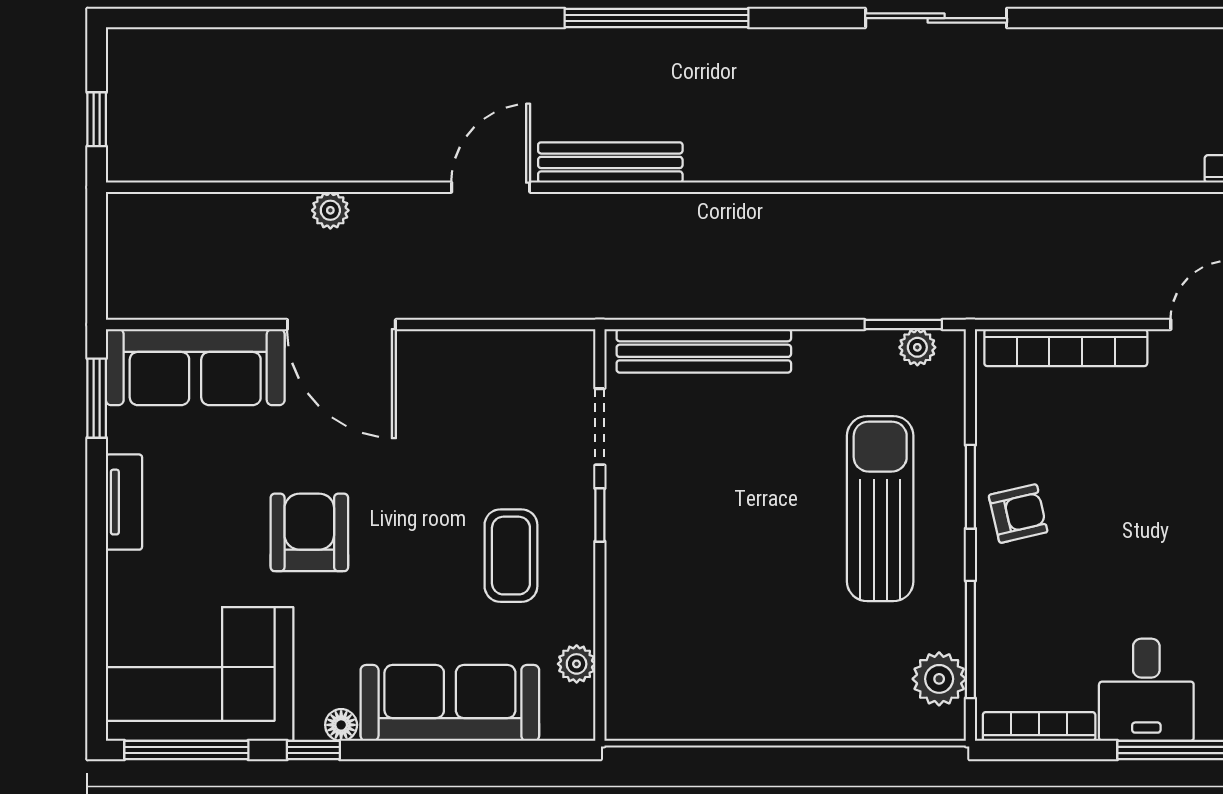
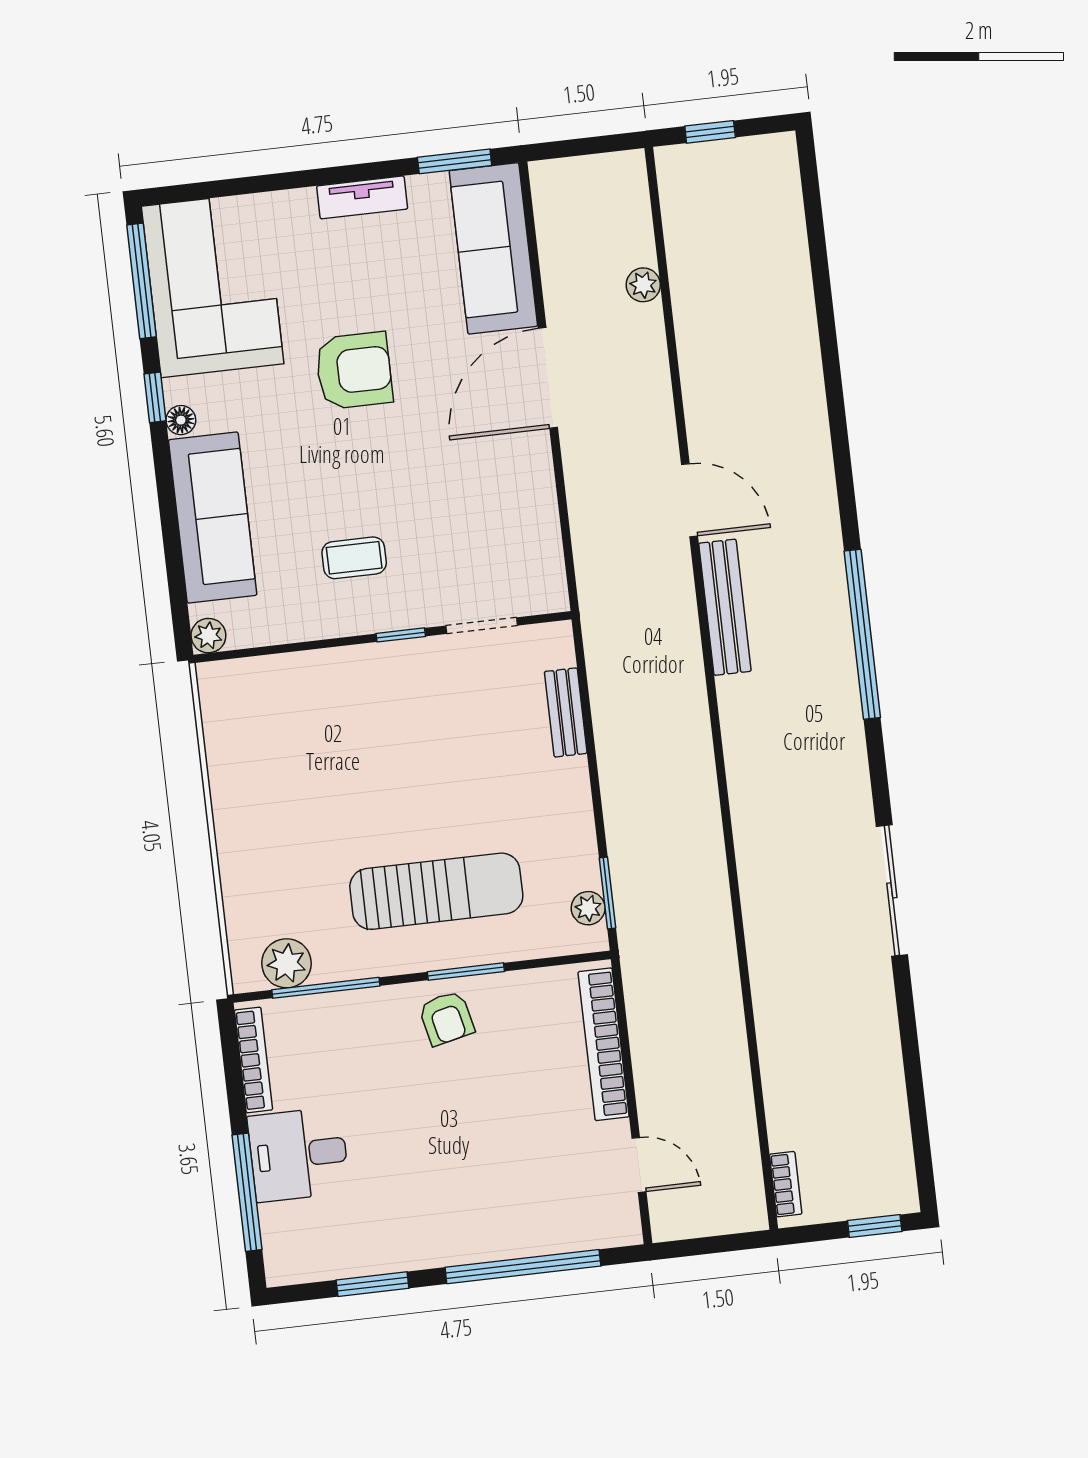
plant: (330, 210) -> (643, 285), moved
bench: (704, 351) -> (566, 712), width x0.54, depth x0.82
coffee table: (511, 556) -> (354, 558), width x0.73, depth x0.77
plant: (577, 664) -> (208, 636), moved

